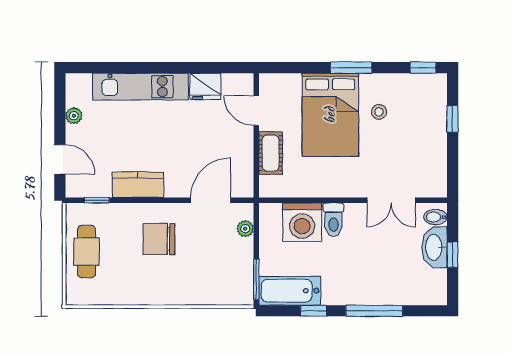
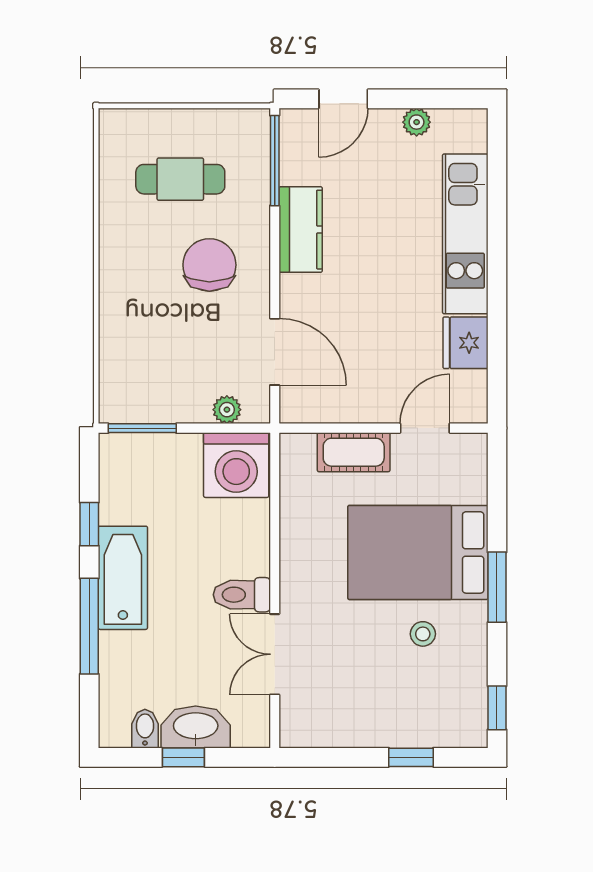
window: (97, 200) -> (275, 161), width x2.17
bidet: (435, 217) -> (145, 729), moved
toilet: (334, 220) -> (242, 595), moved
washing machine: (302, 222) -> (236, 465), moved, turned -90
cafe table: (87, 252) -> (180, 179), moved
bathtub: (290, 291) -> (123, 578), moved

